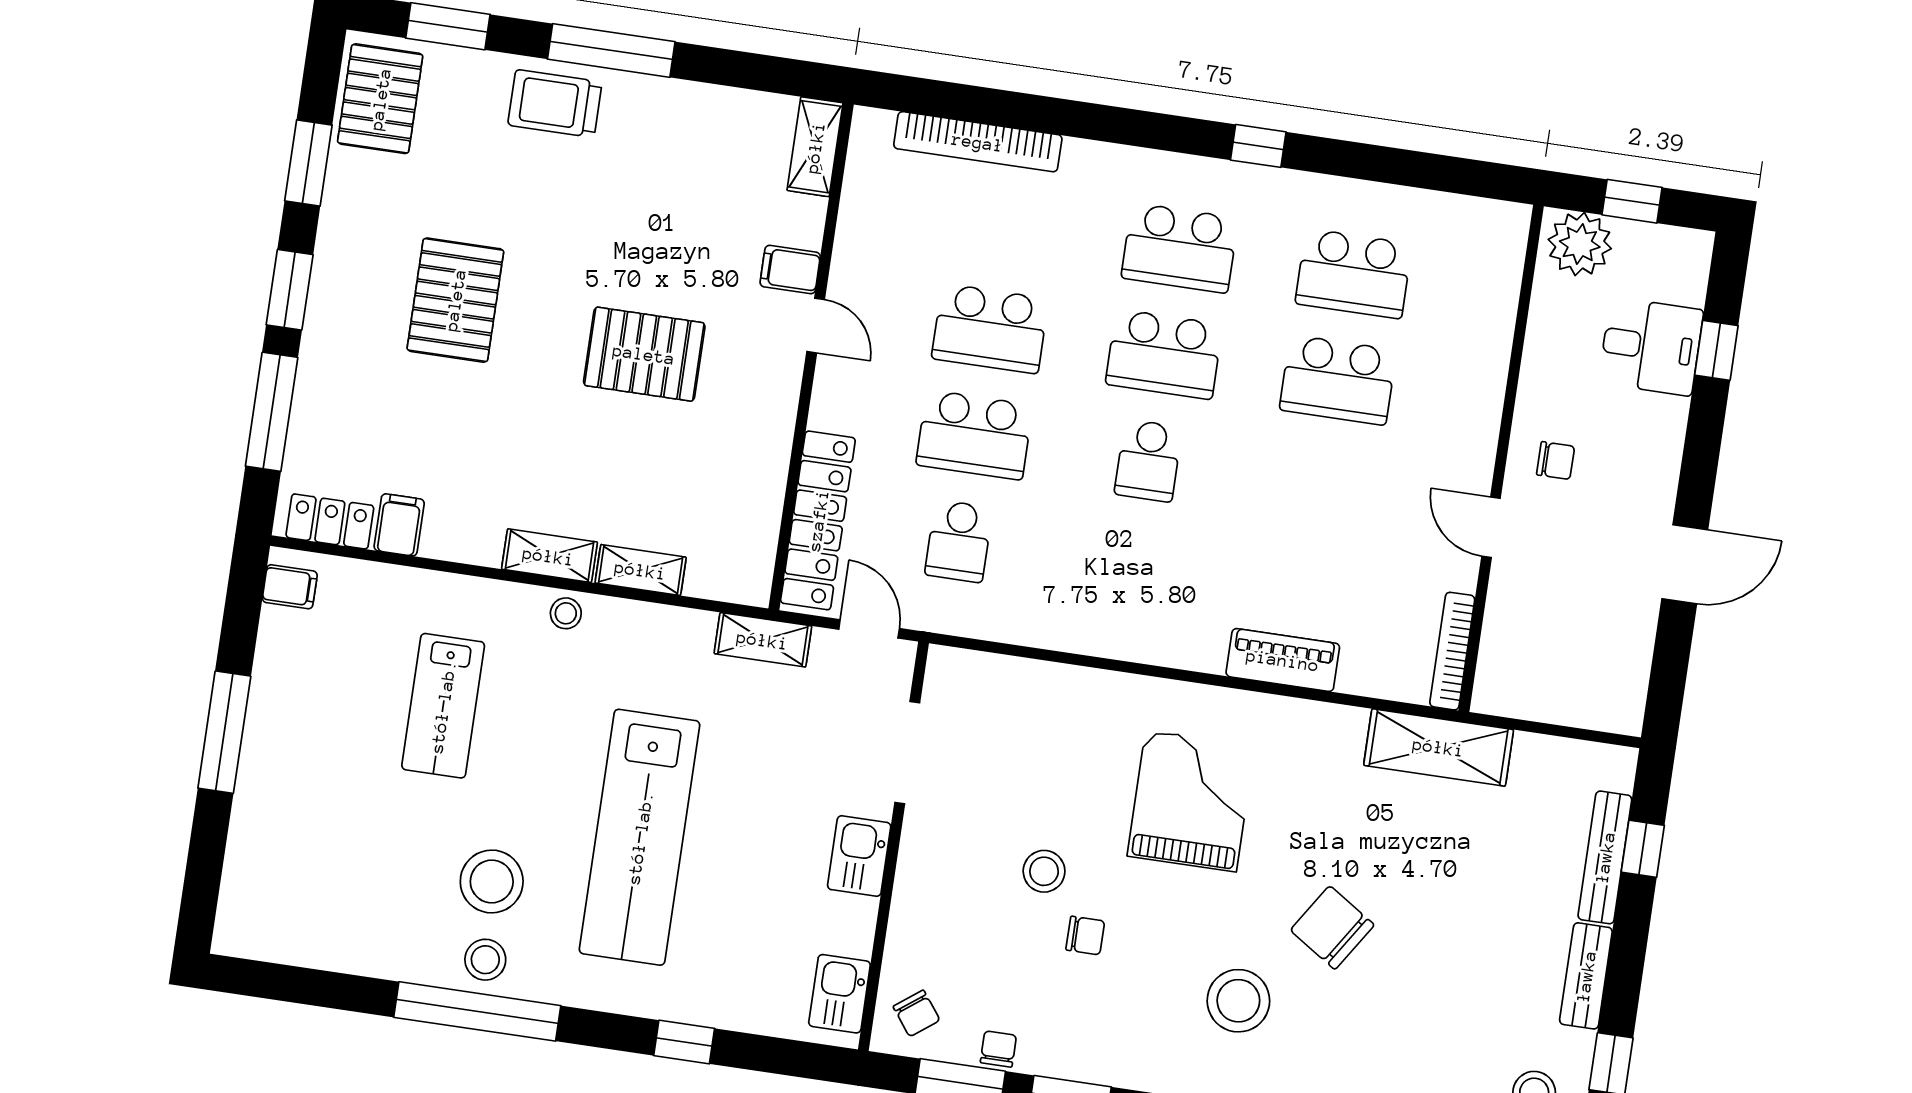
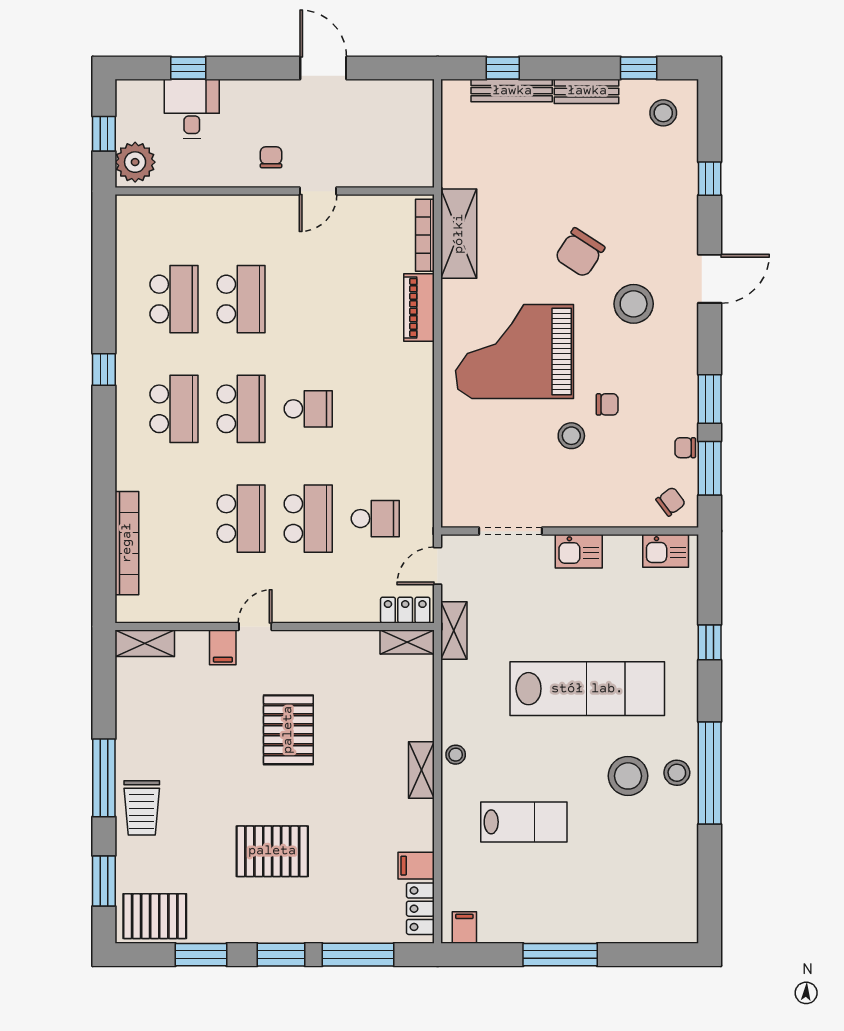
locker: (818, 520) -> (405, 610), width x0.46, depth x0.83
shelving: (641, 570) -> (407, 642), moved, turned 90
bookcase: (1452, 651) -> (425, 235), moved, turned 90
shelving: (1439, 747) -> (459, 234), moved
grand piano: (1191, 801) -> (515, 351), width x1.37, depth x1.48
chair: (1085, 935) -> (607, 404), turned 90

